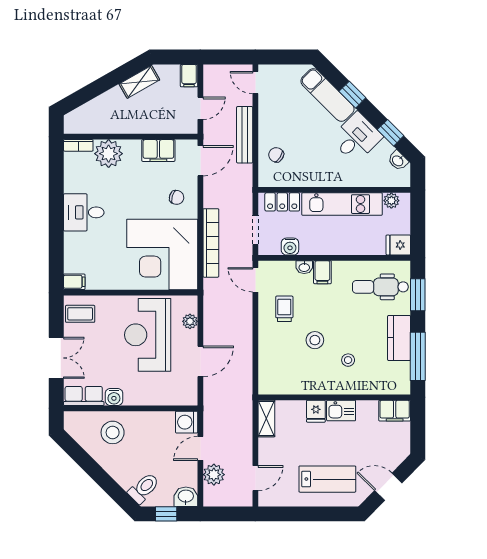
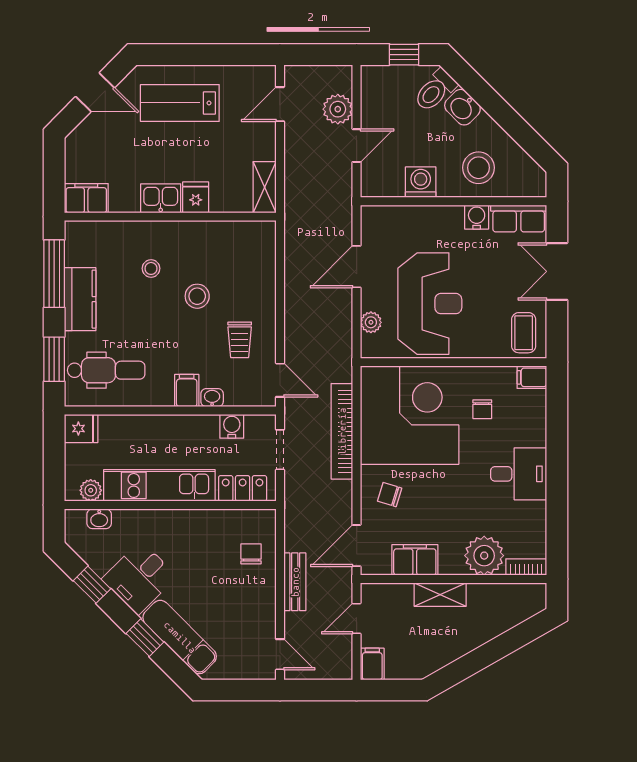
shelving: (139, 82) -> (440, 595), moved, turned 30
bench: (245, 135) -> (295, 582), width x0.73
chair: (276, 155) -> (251, 554), turned -123
washbasin: (398, 161) -> (99, 519), moved, turned 135
chair: (110, 259) -> (482, 409), added
coffee table: (80, 314) -> (524, 333), turned 90
washing machine: (187, 422) -> (421, 182), moved, turned -90
washbasin: (186, 497) -> (462, 107), moved, turned 45

